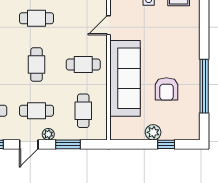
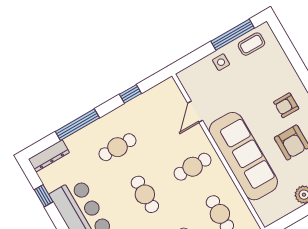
armchair: (178, 59) -> (286, 105), added

